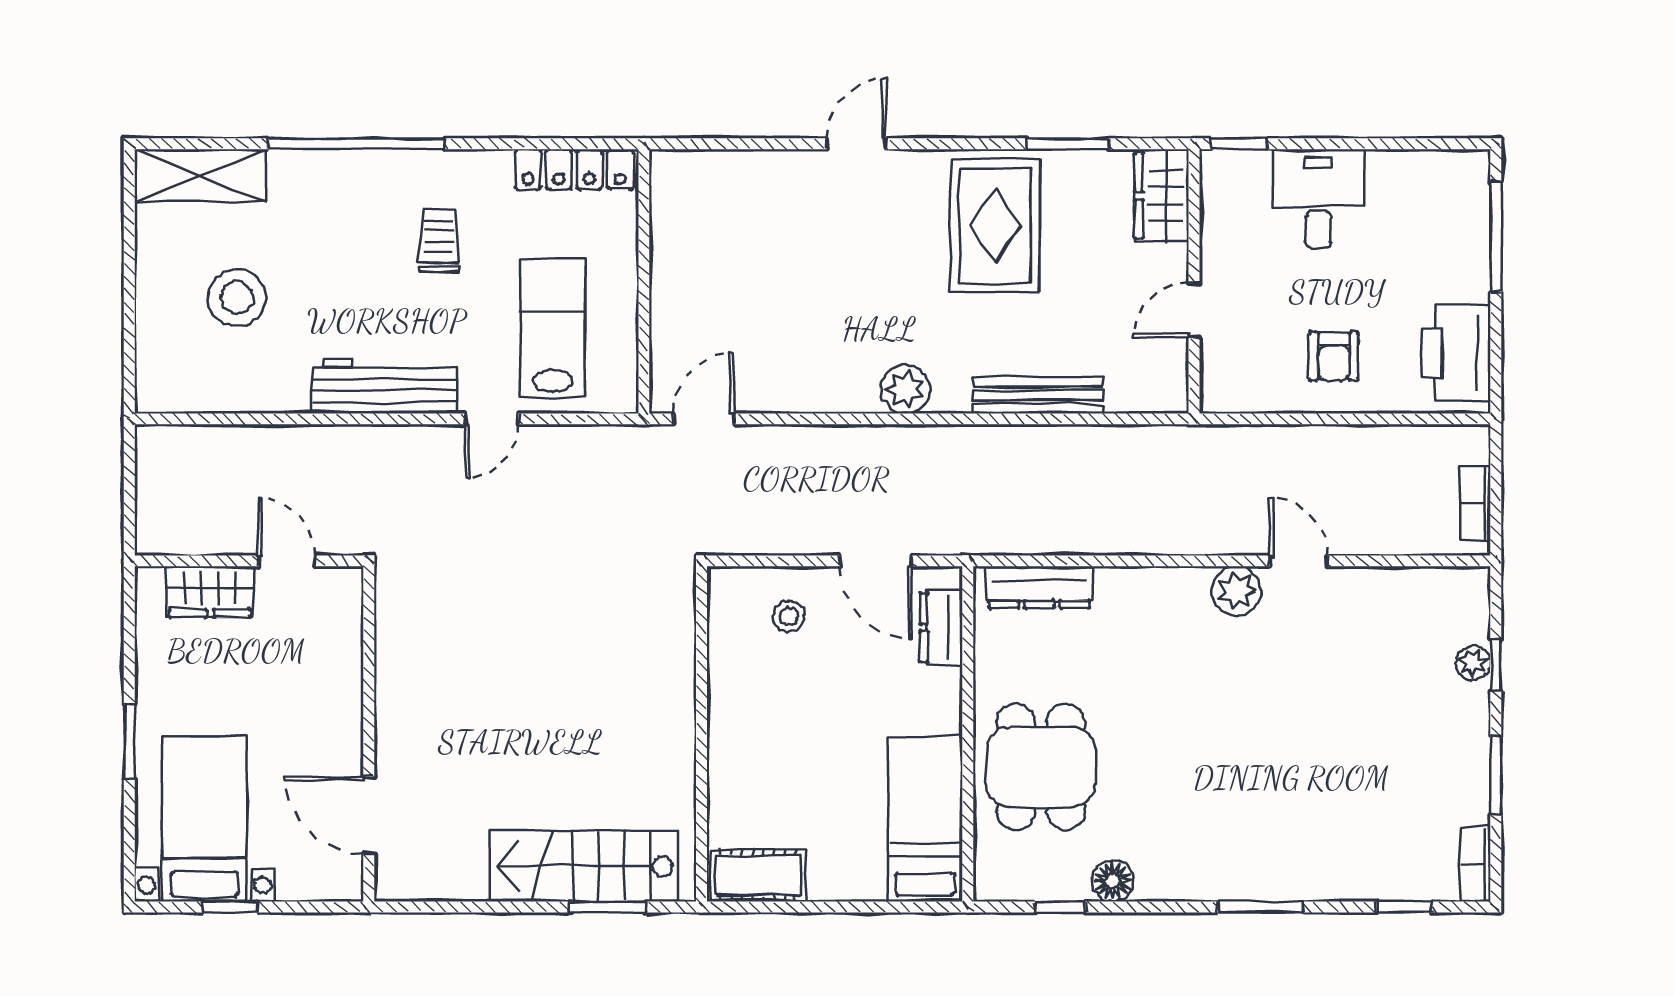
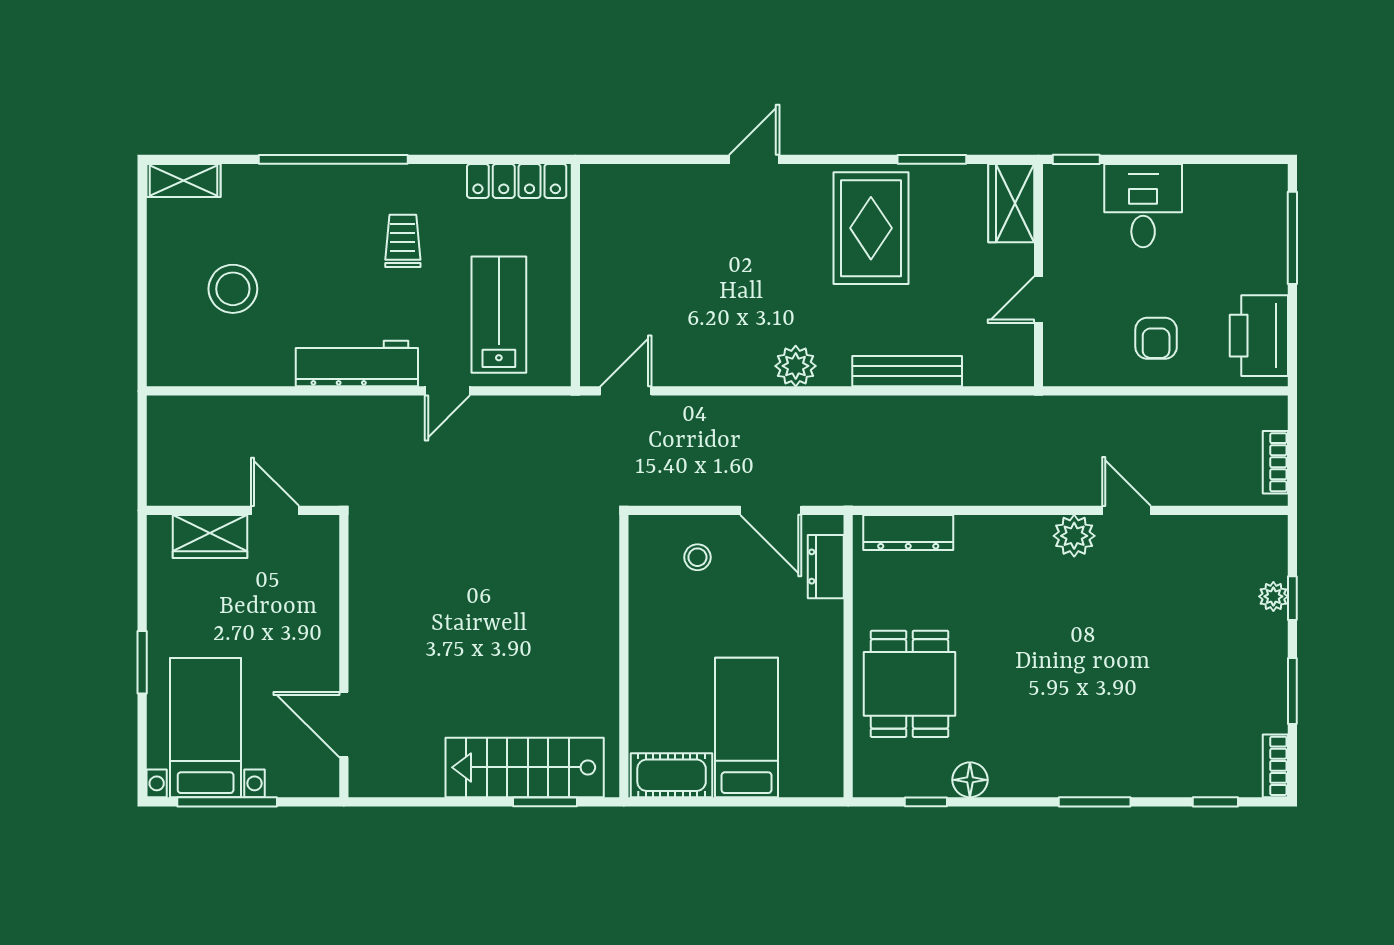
shelving: (200, 175) -> (184, 180), width x0.67, depth x0.75
bed: (925, 819) -> (747, 727), moved
window: (230, 907) -> (227, 802), width x2.17

